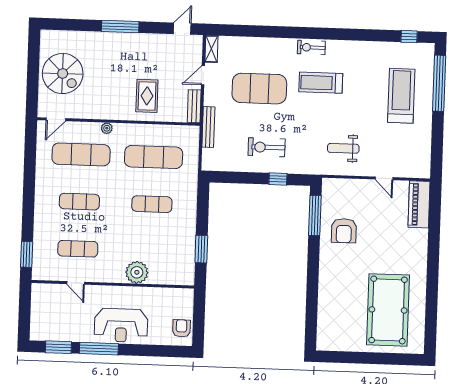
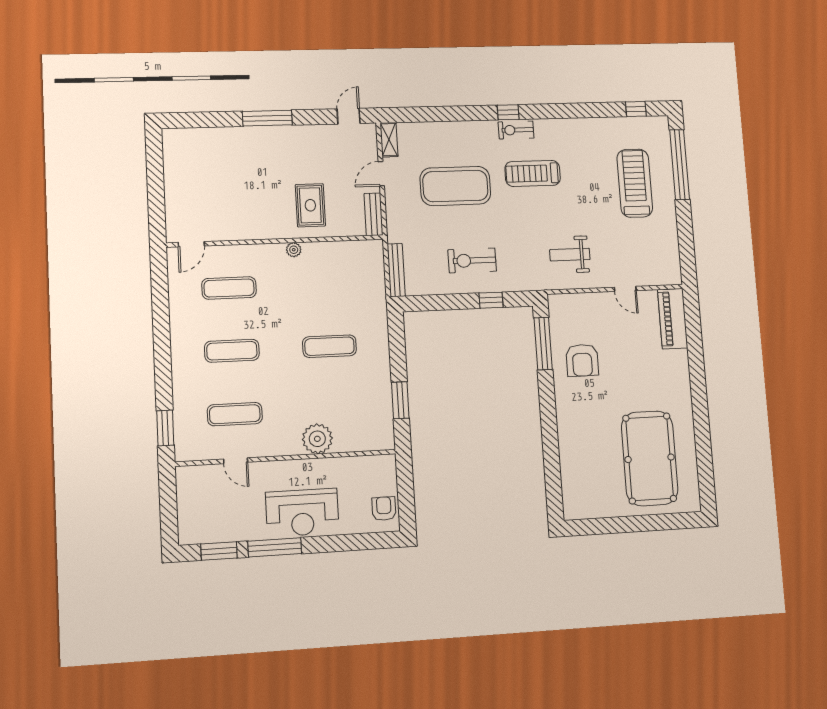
window: (307, 33) -> (508, 112), added
spiral stairs: (63, 73) -> (196, 184), removed
bench: (208, 127) -> (396, 270), moved
plant: (107, 128) -> (294, 250), moved
exercise mat: (81, 154) -> (229, 288), width x0.73, depth x0.69
exercise mat: (154, 157) -> (326, 284), removed

